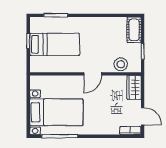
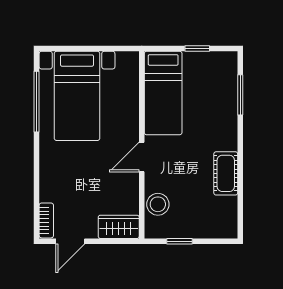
cot: (134, 30) -> (226, 173), moved, turned 90
bed: (55, 44) -> (163, 93), moved
door: (93, 74) -> (142, 157), hinge flipped

